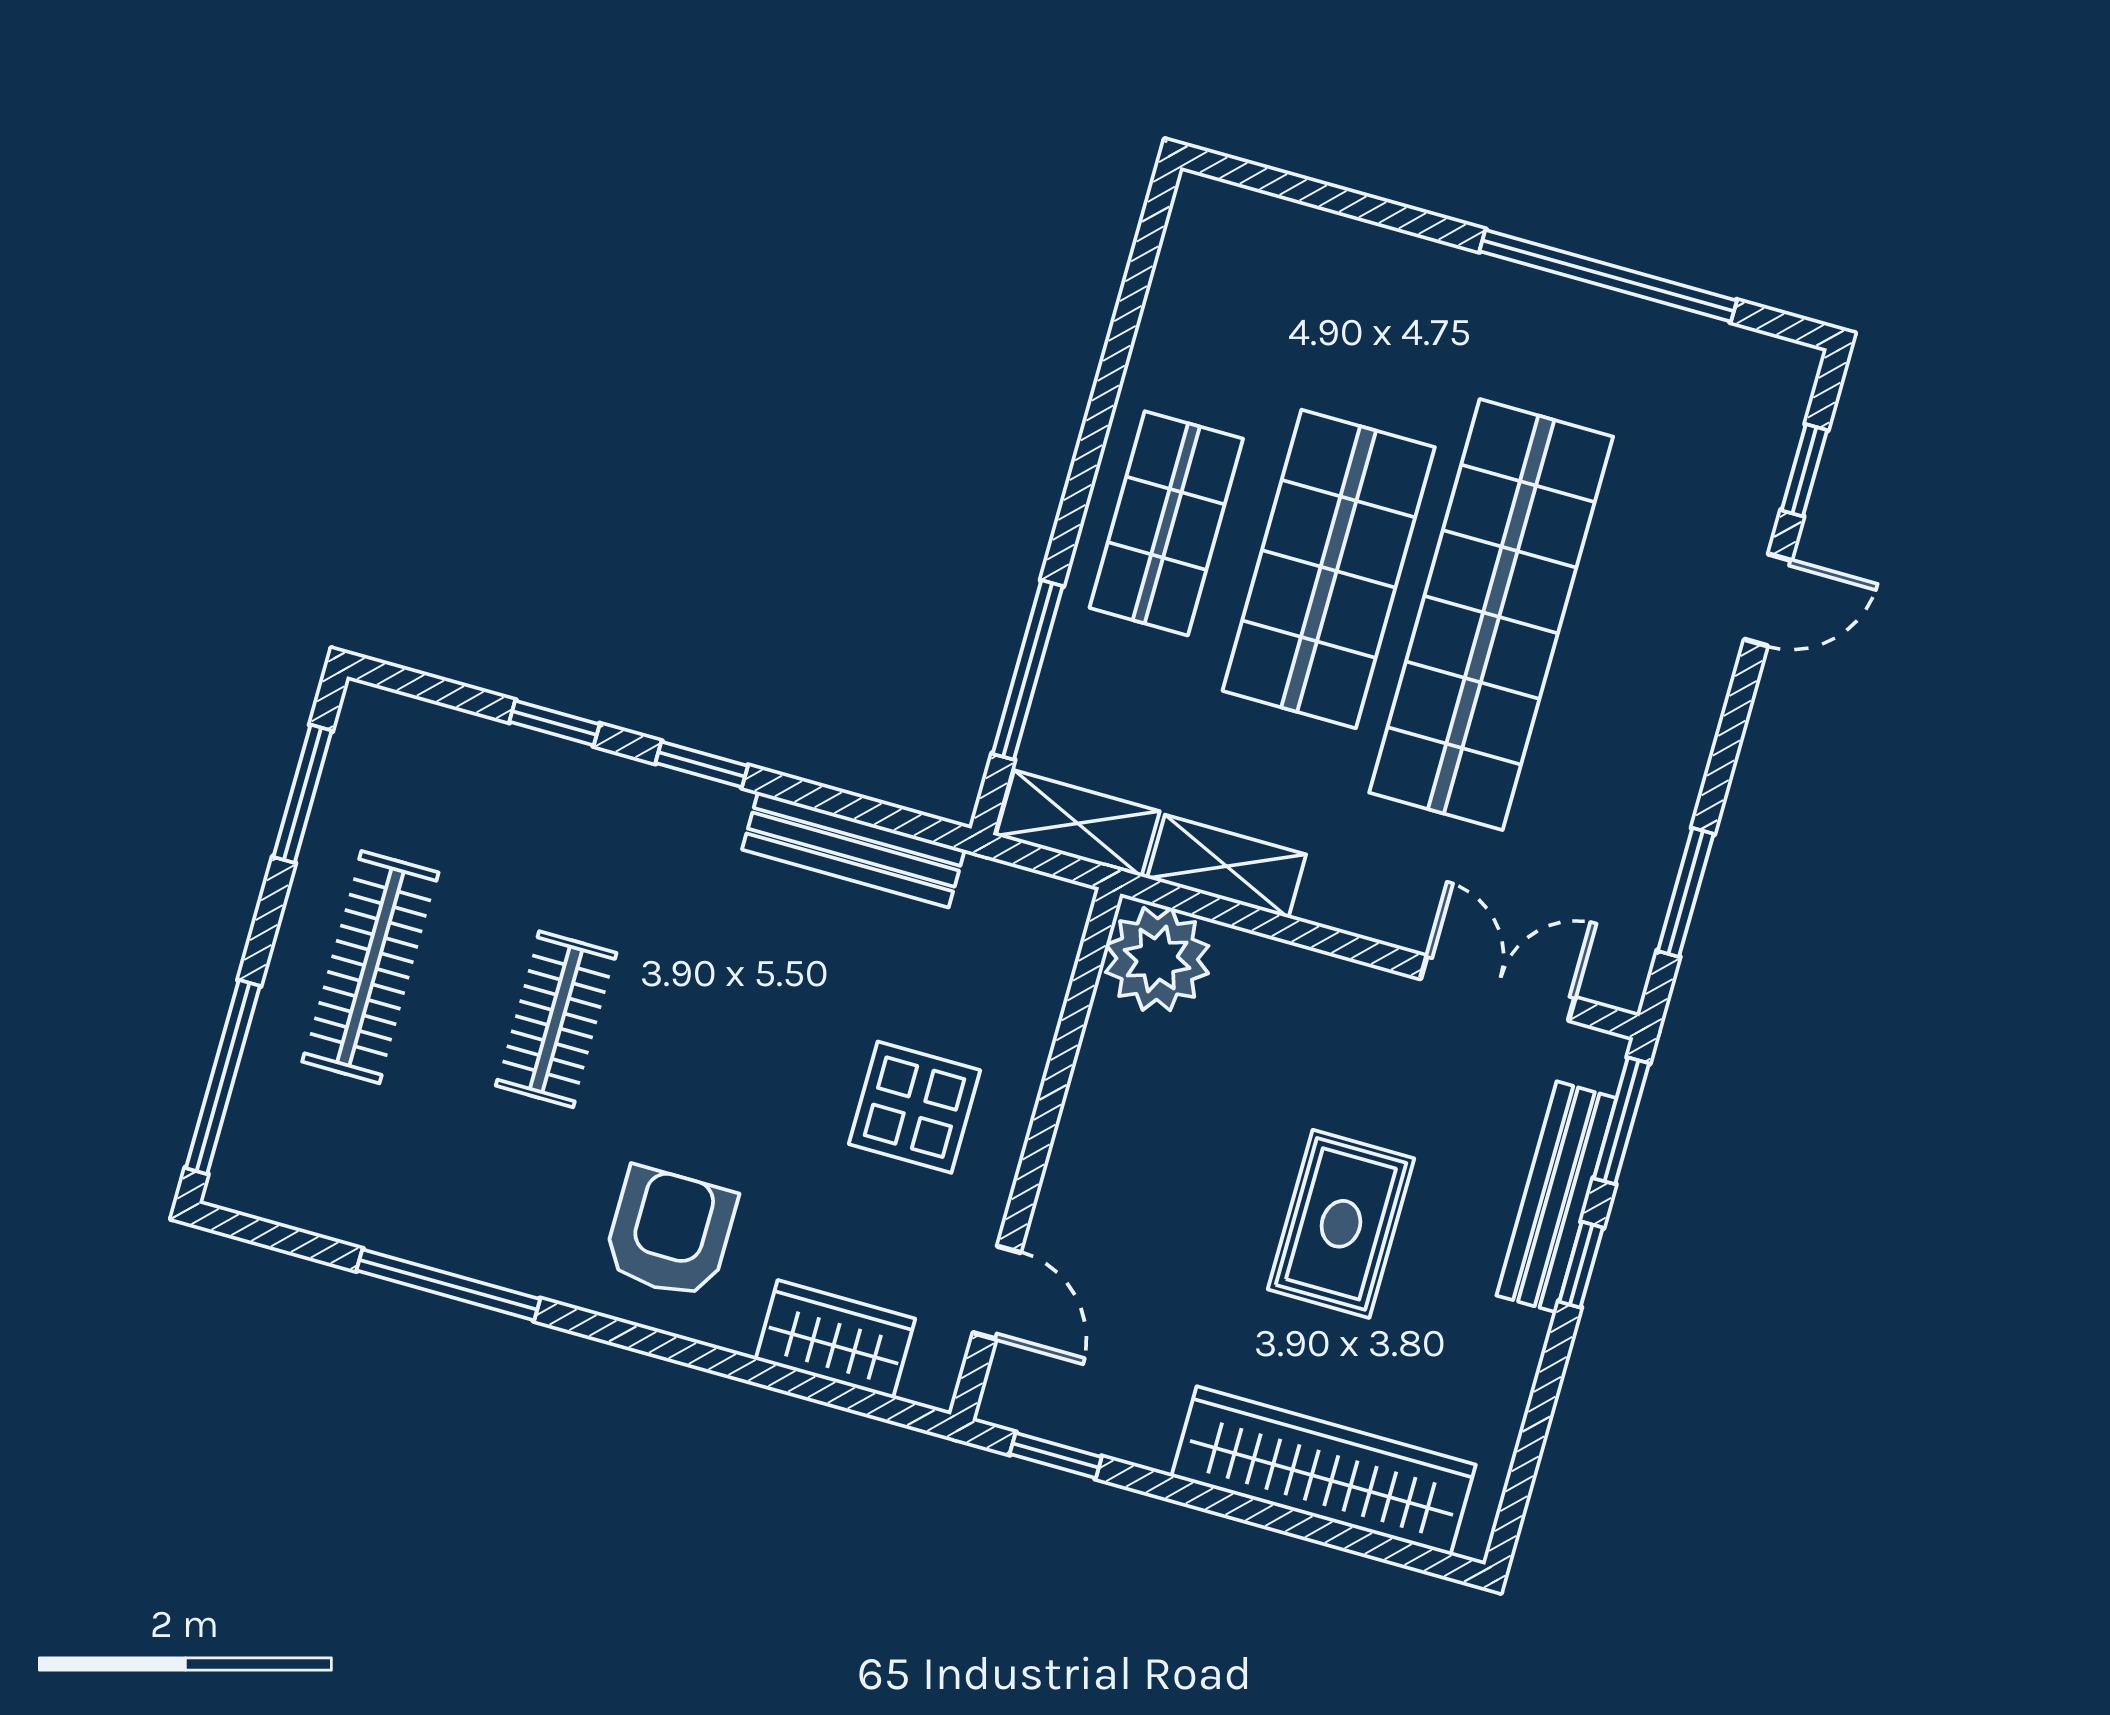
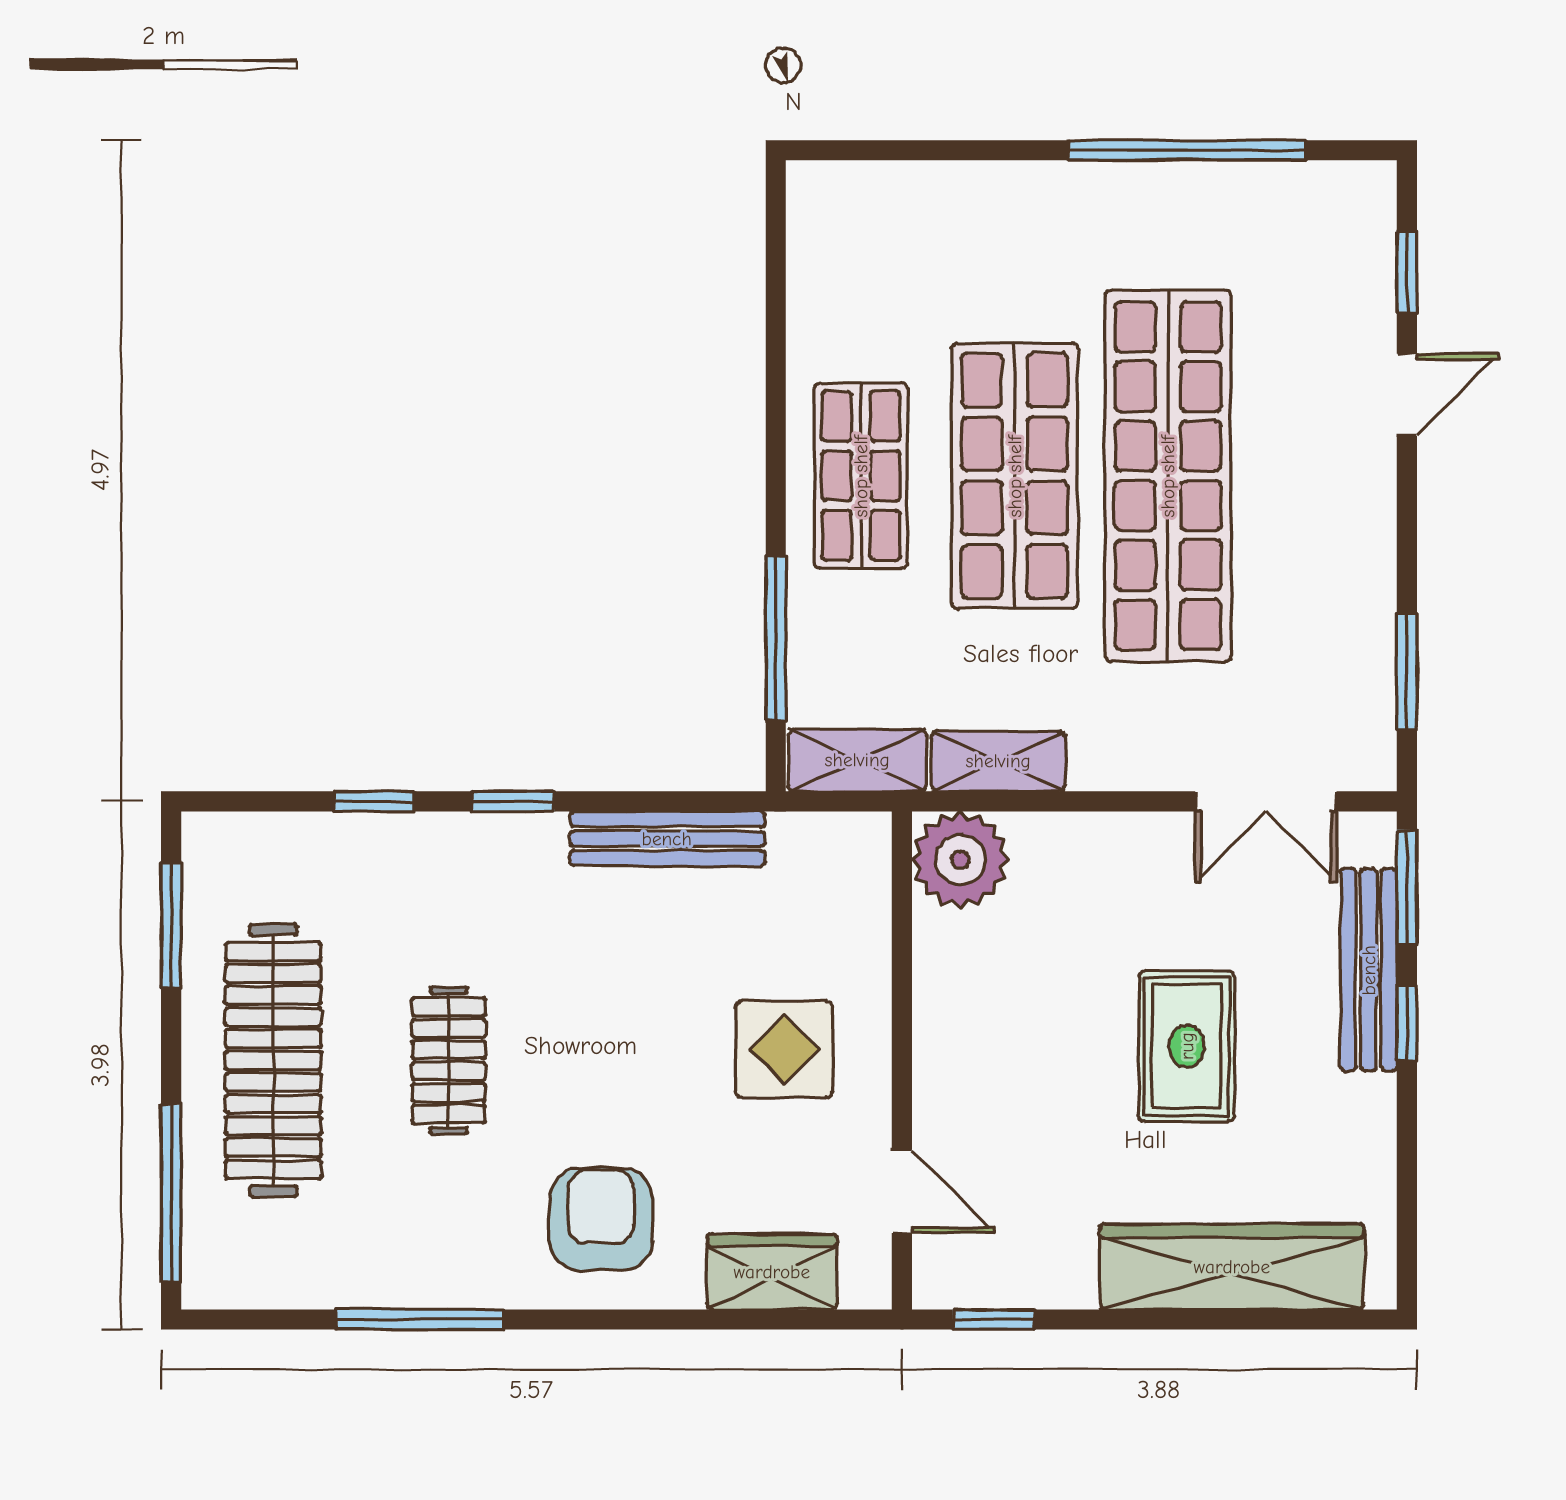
clothes rail: (370, 967) -> (273, 1060), width x1.37, depth x1.31
double door: (1498, 988) -> (1266, 801), swing flipped

